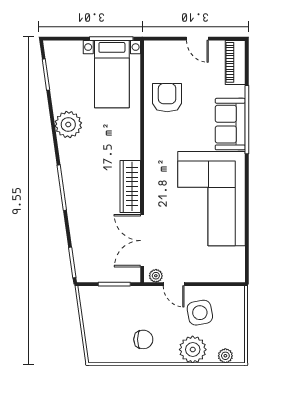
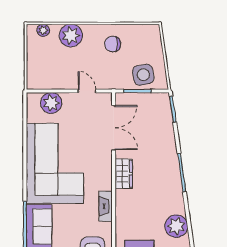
fireplace: (152, 148) -> (106, 206), added
wardrobe: (130, 186) -> (124, 174), width x0.67
plant: (156, 276) -> (51, 103), moved, width x1.87, depth x1.87
side table: (200, 313) -> (143, 75), moved

